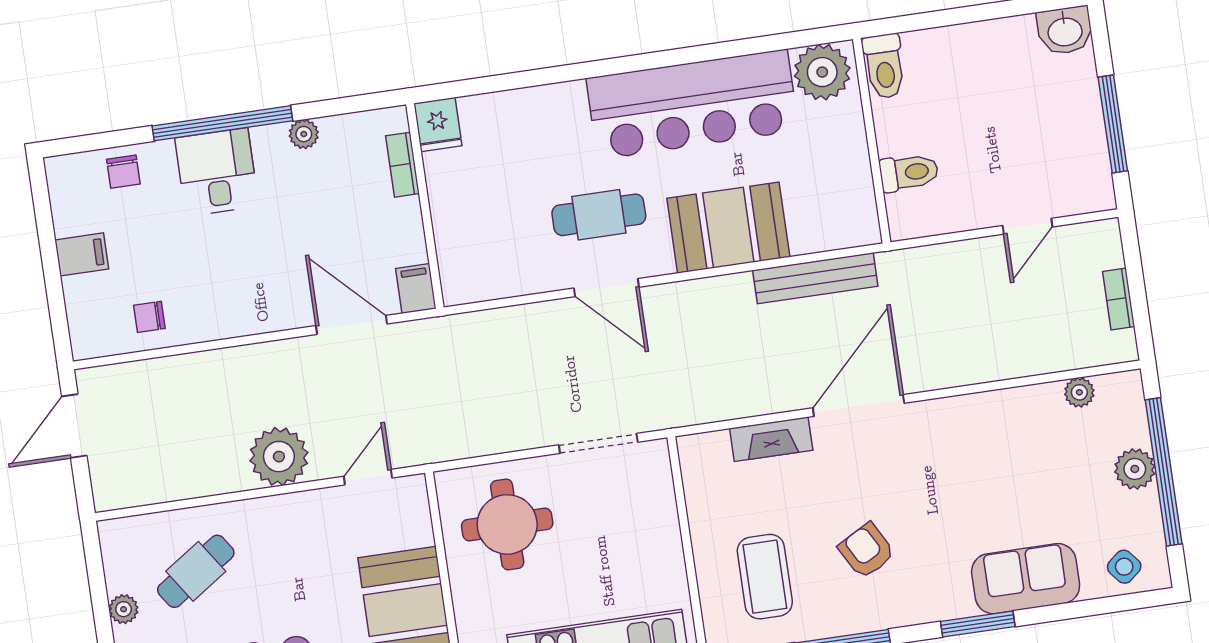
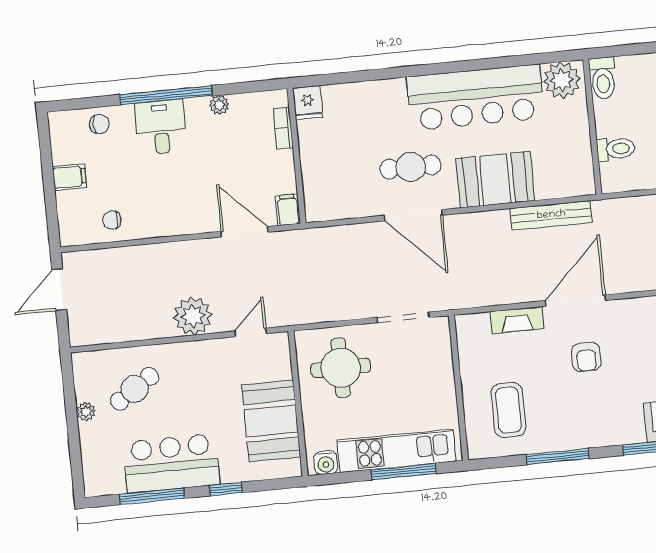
chair: (123, 172) -> (99, 124), turned -90
door: (606, 288) -> (413, 215), width x1.36
armchair: (867, 551) -> (586, 357), moved, turned -151

